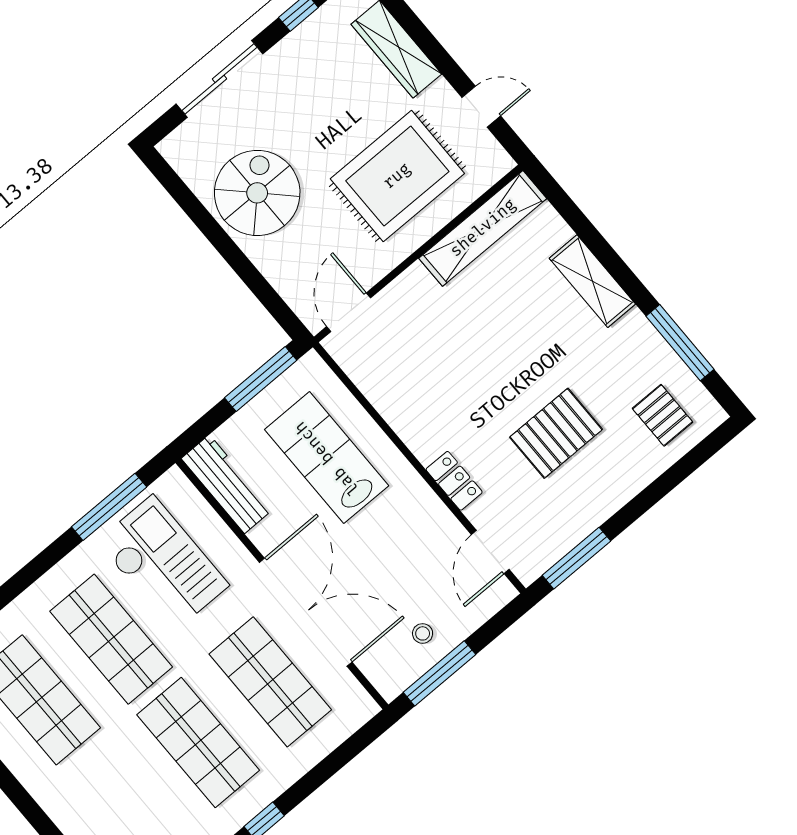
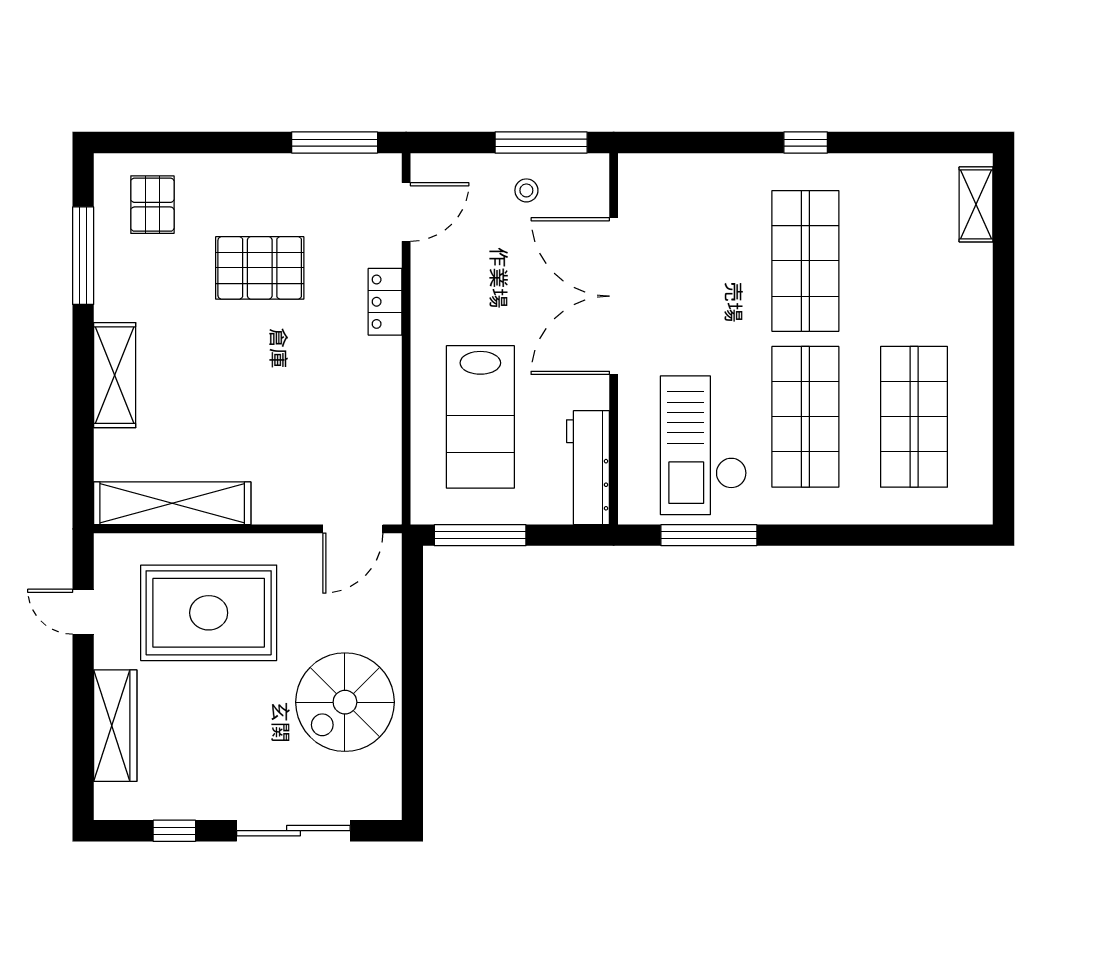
shop shelf: (270, 682) -> (697, 261), removed

